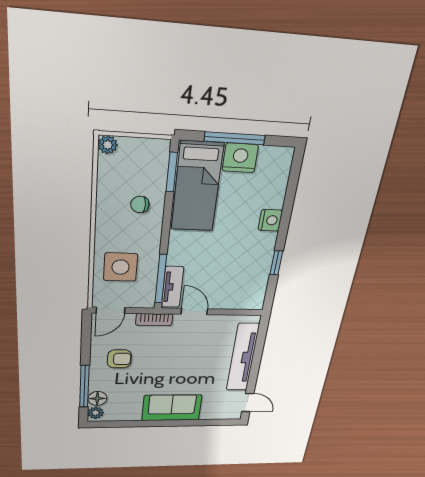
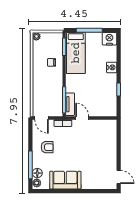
nightstand: (240, 158) -> (109, 39), moved
side table: (121, 267) -> (45, 94), removed
door: (110, 310) -> (41, 118), hinge flipped
tv unit: (243, 358) -> (111, 146), removed
sofa: (172, 408) -> (65, 180), moved

